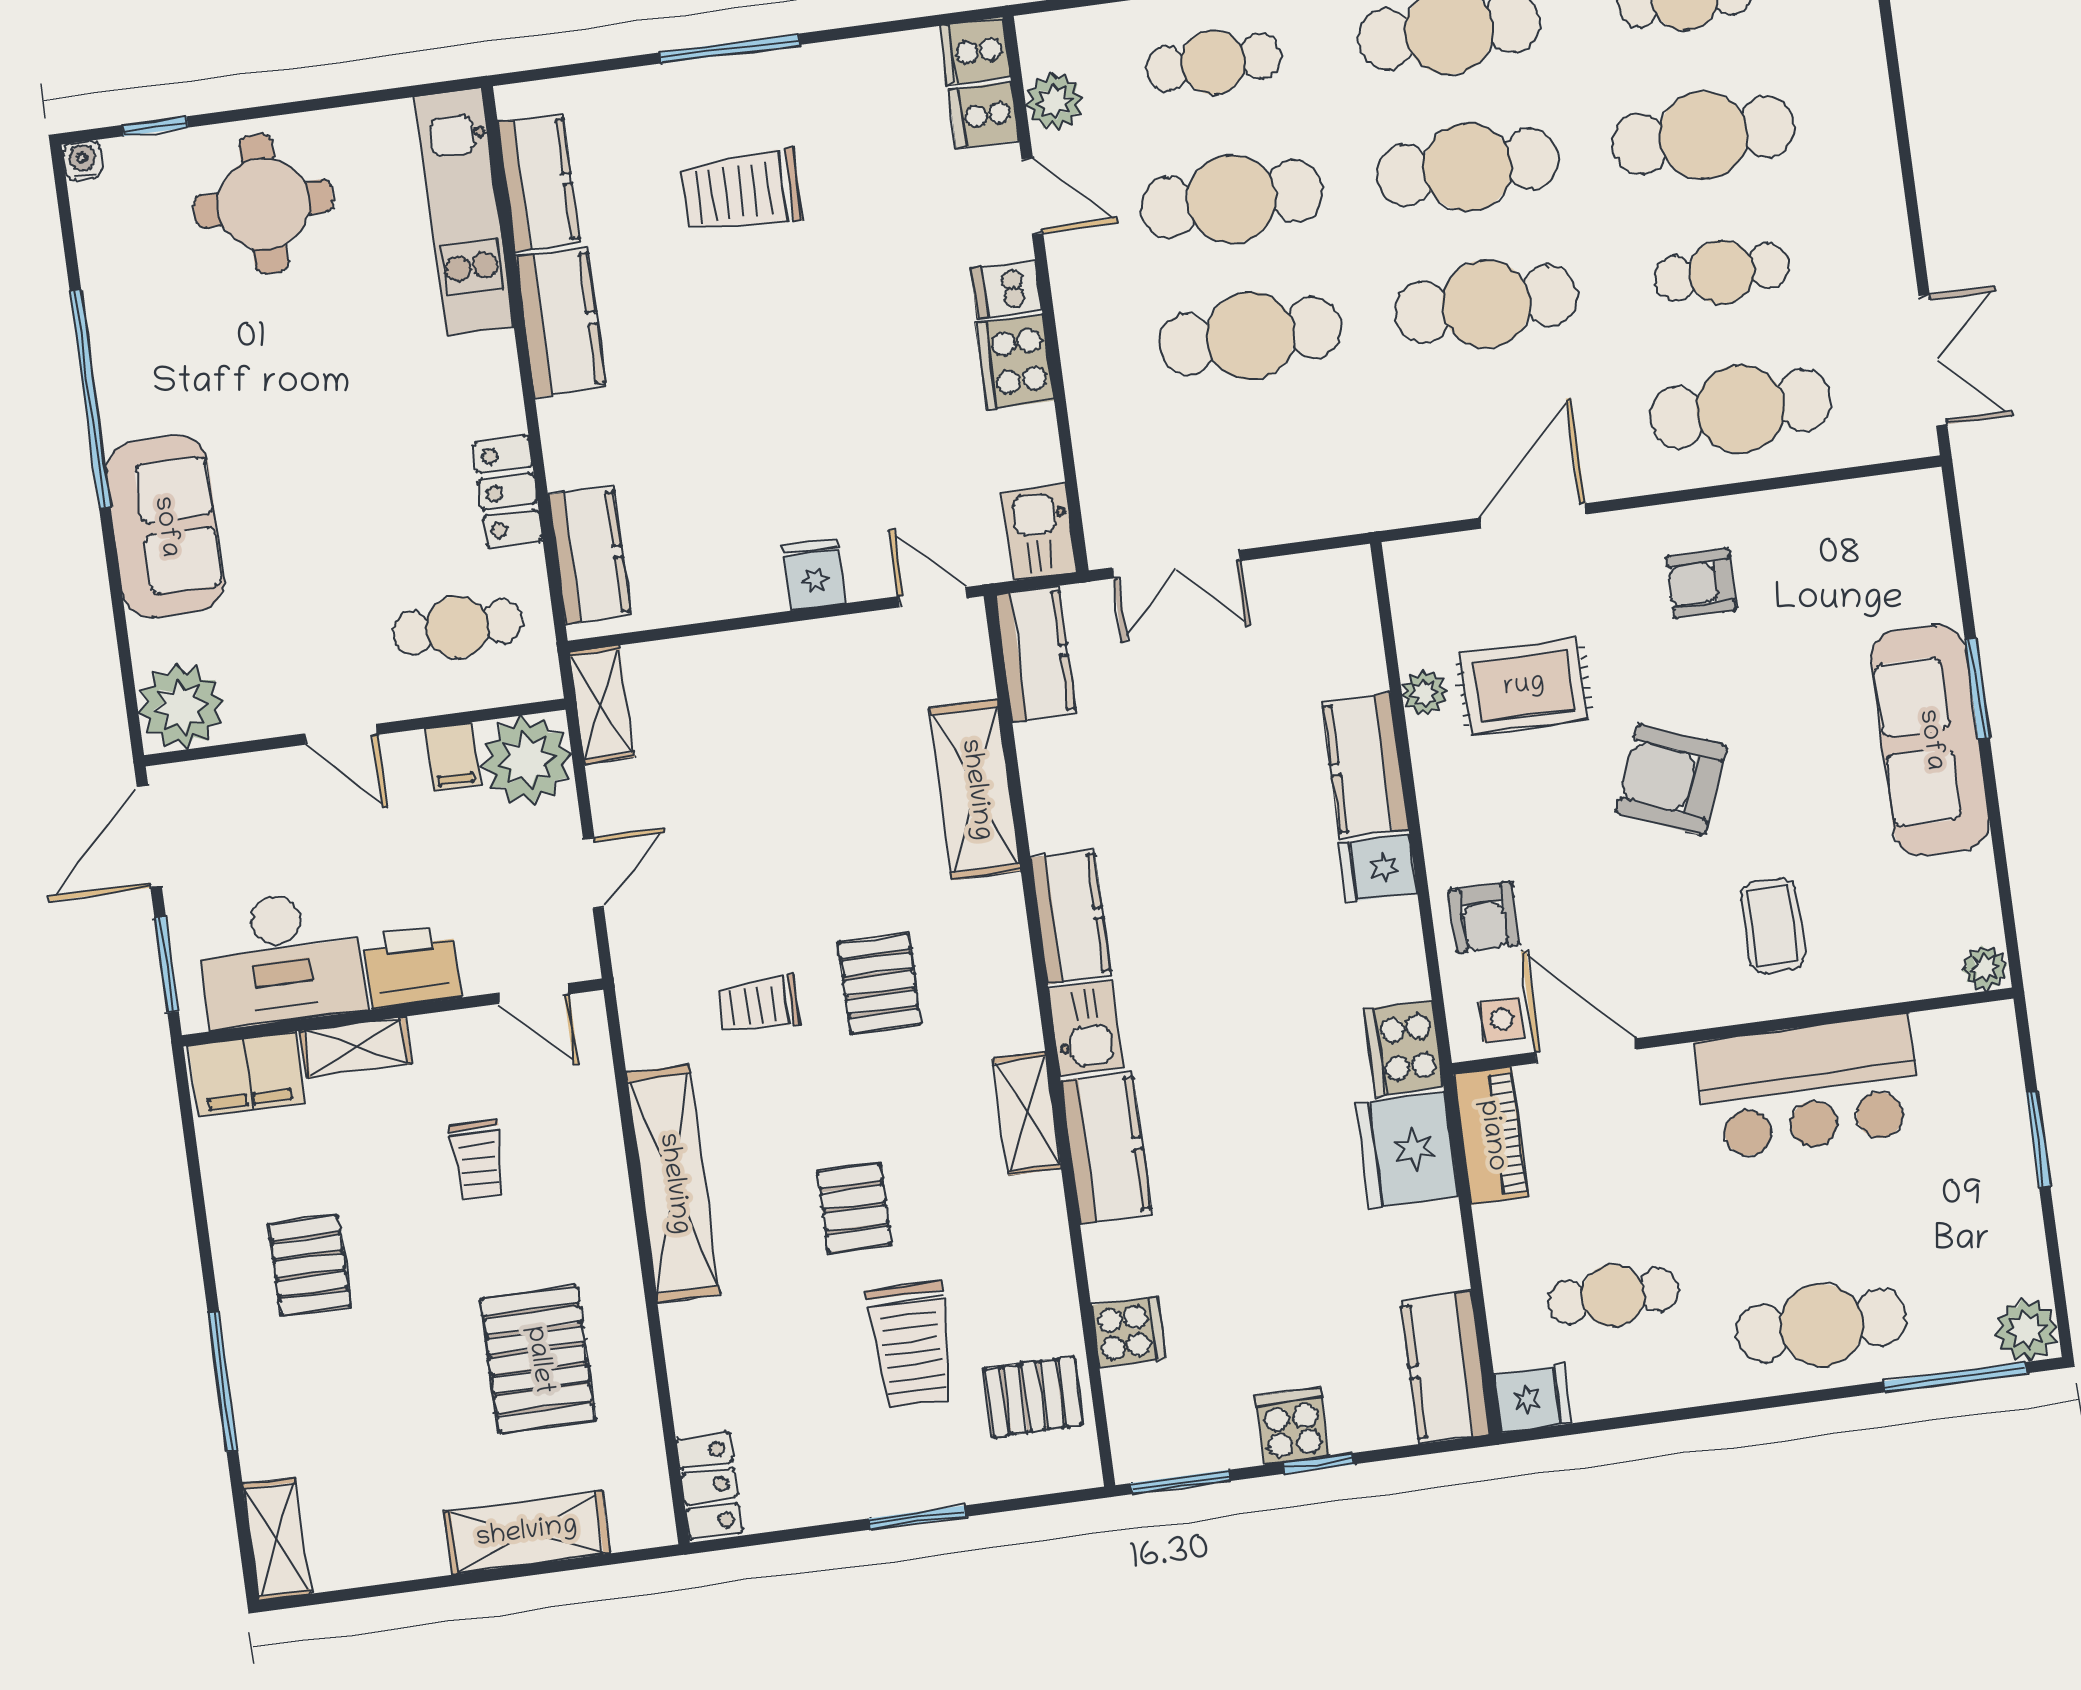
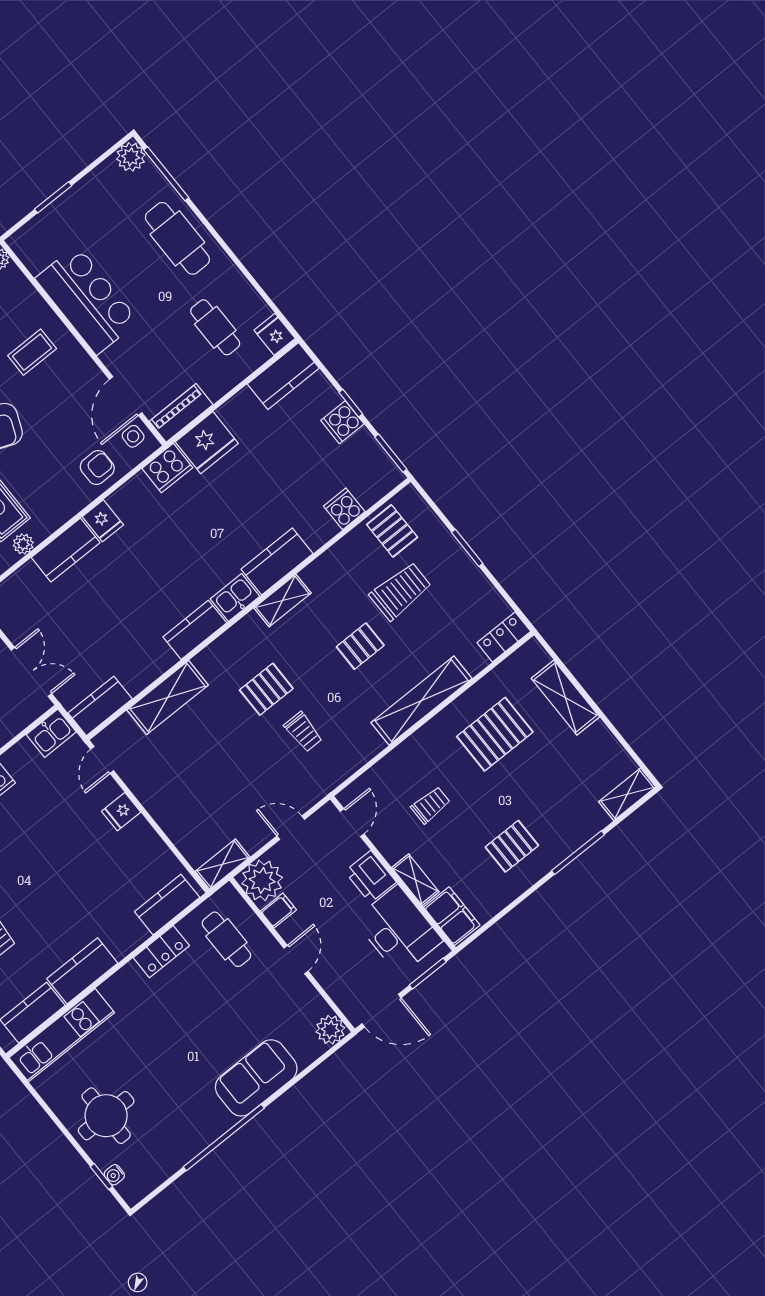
water cooler: (83, 161) -> (114, 1175), moved
plant: (181, 706) -> (330, 1030), width x0.73, depth x0.73
shelving: (673, 1184) -> (422, 701), moved

